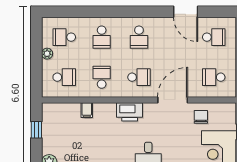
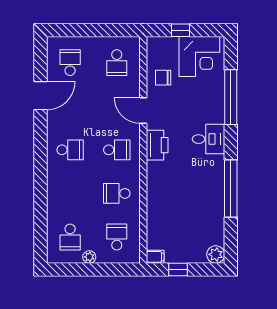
school desk: (102, 37) -> (70, 193), removed
school desk: (139, 77) -> (117, 150), turned 90
door: (173, 100) -> (143, 111), width x0.73
filing cabinet: (87, 110) -> (155, 257), moved
printer: (130, 112) -> (157, 145), moved

